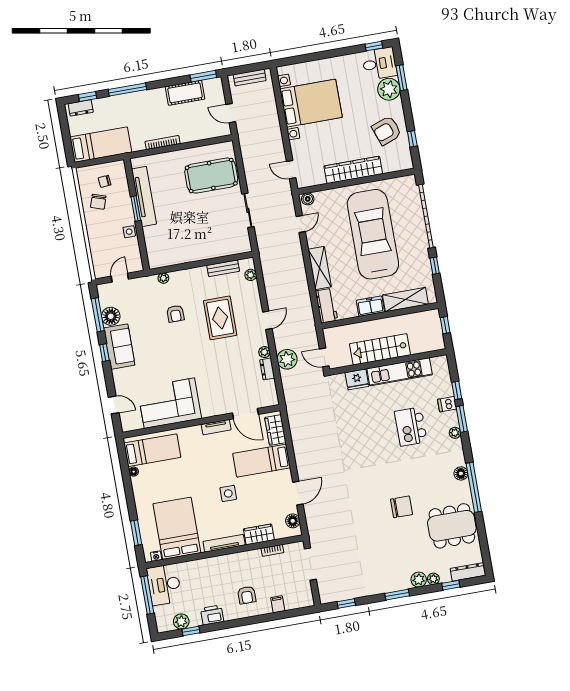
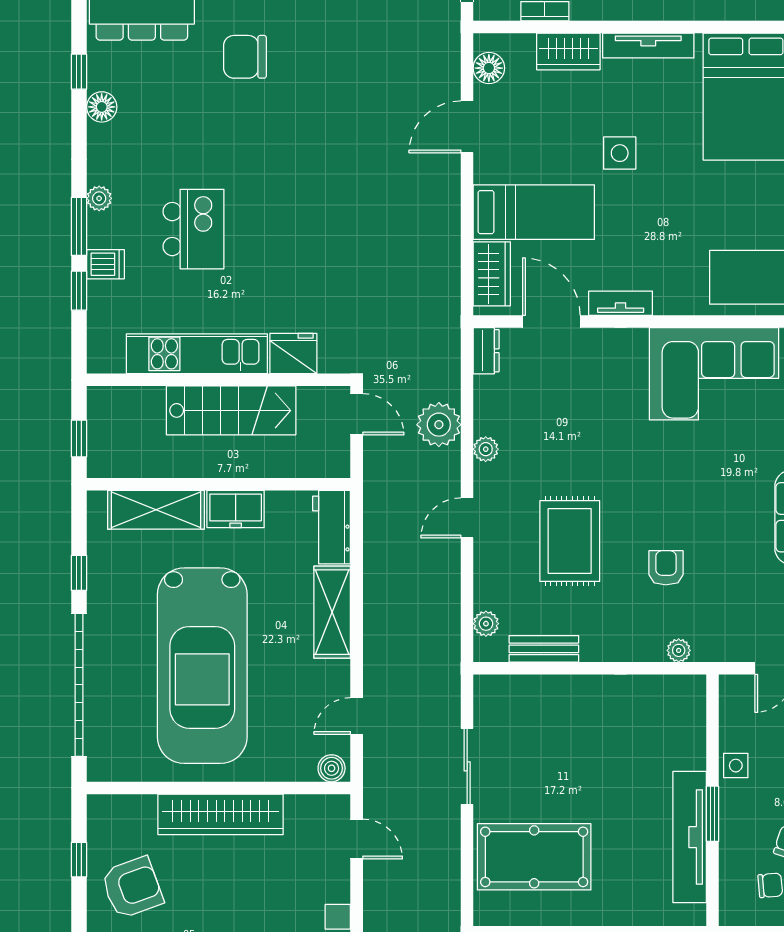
dresser: (267, 369) -> (486, 351), moved
window: (474, 487) -> (79, 72), width x0.32

